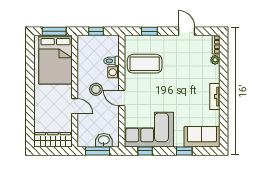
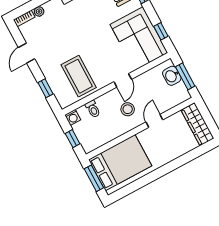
washing machine: (114, 72) -> (73, 117), moved

